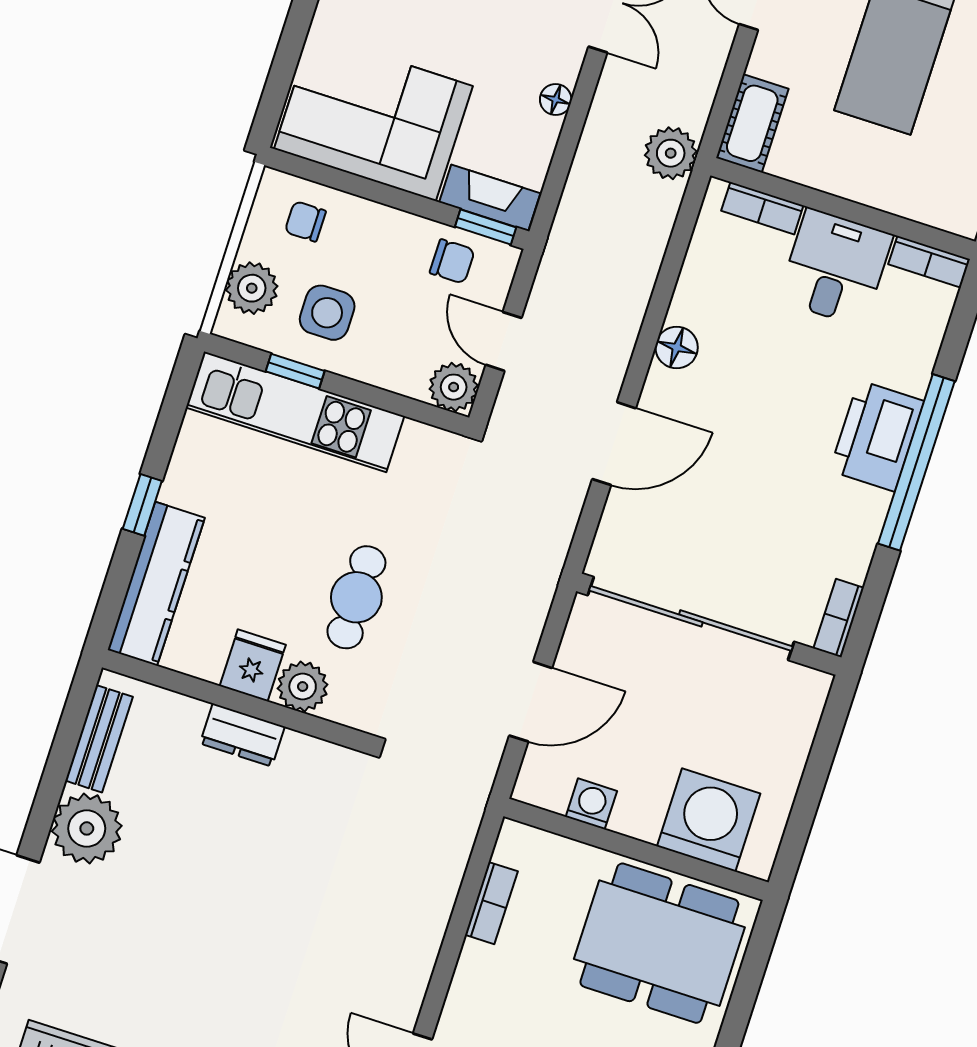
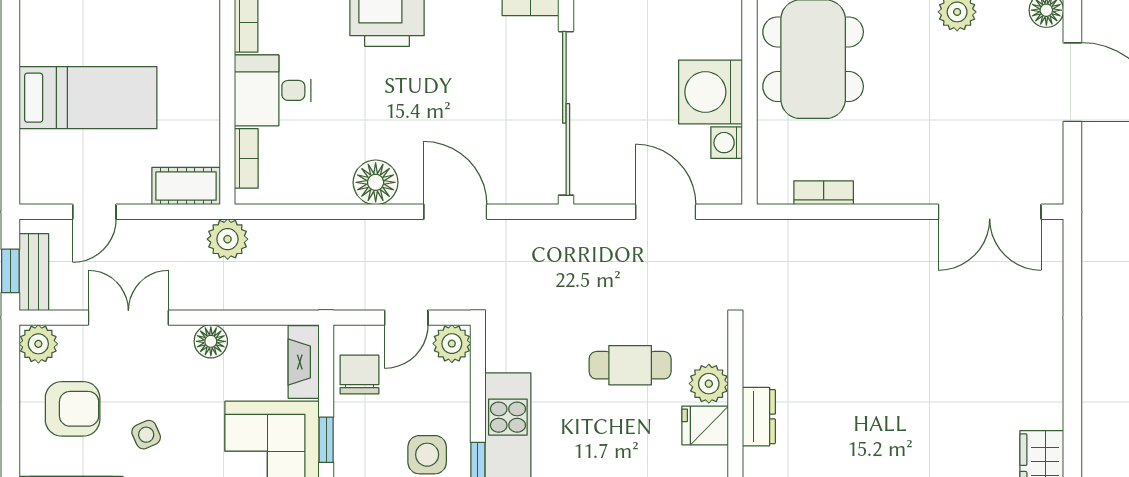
floor lamp: (556, 100) -> (211, 341), width x1.37, depth x1.37
window: (486, 227) -> (326, 440), moved
chair: (452, 261) -> (359, 375), width x1.37, depth x1.37
floor lamp: (677, 347) -> (376, 182), width x1.38, depth x1.38
washing machine: (709, 820) -> (711, 92), moved

